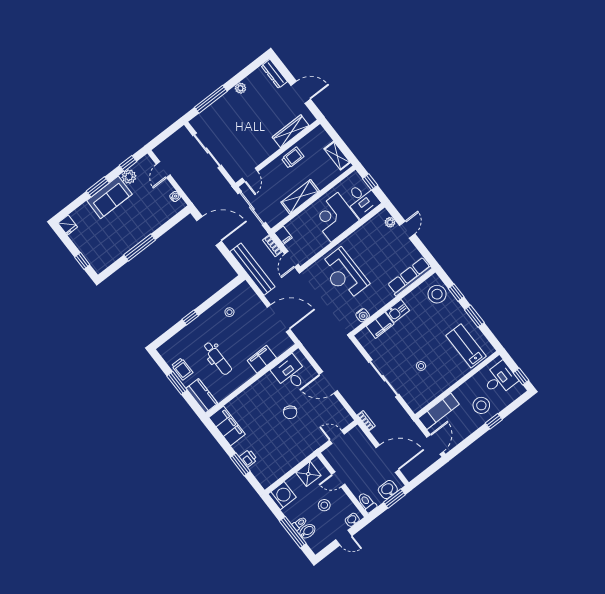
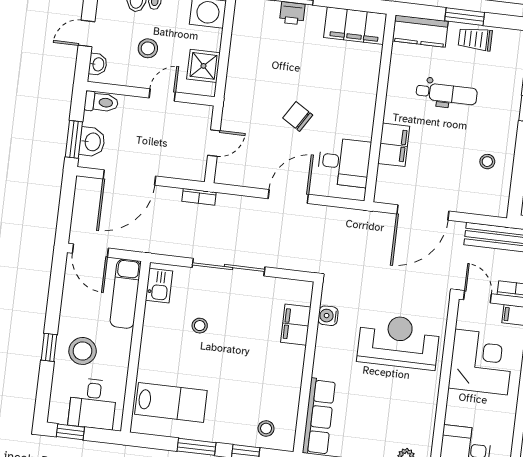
corner desk: (334, 217) -> (481, 362), moved
stool: (437, 294) -> (266, 428), width x0.53, depth x0.53
kitchen sink: (397, 311) -> (159, 286), moved, turned 180
dental chair: (217, 358) -> (447, 94), turned 180

